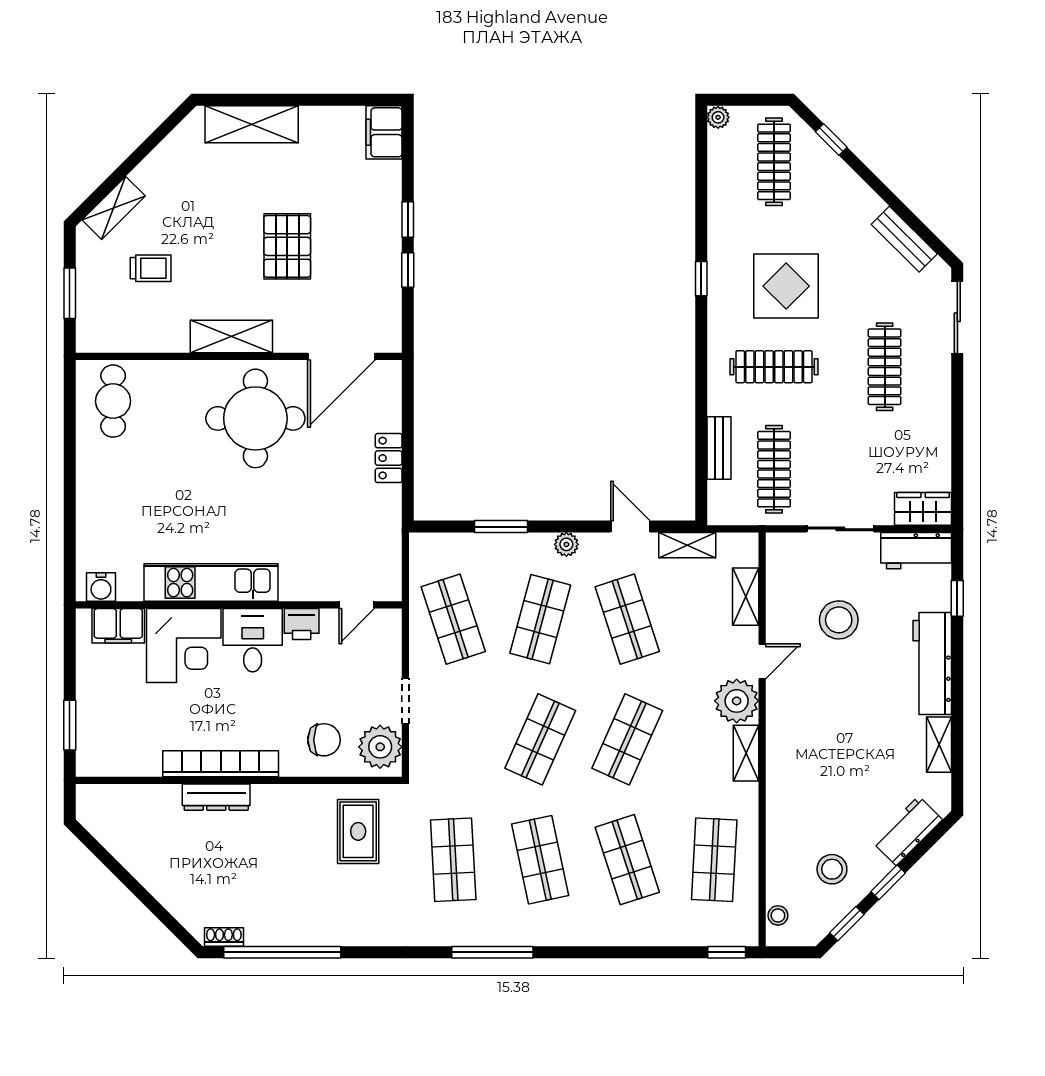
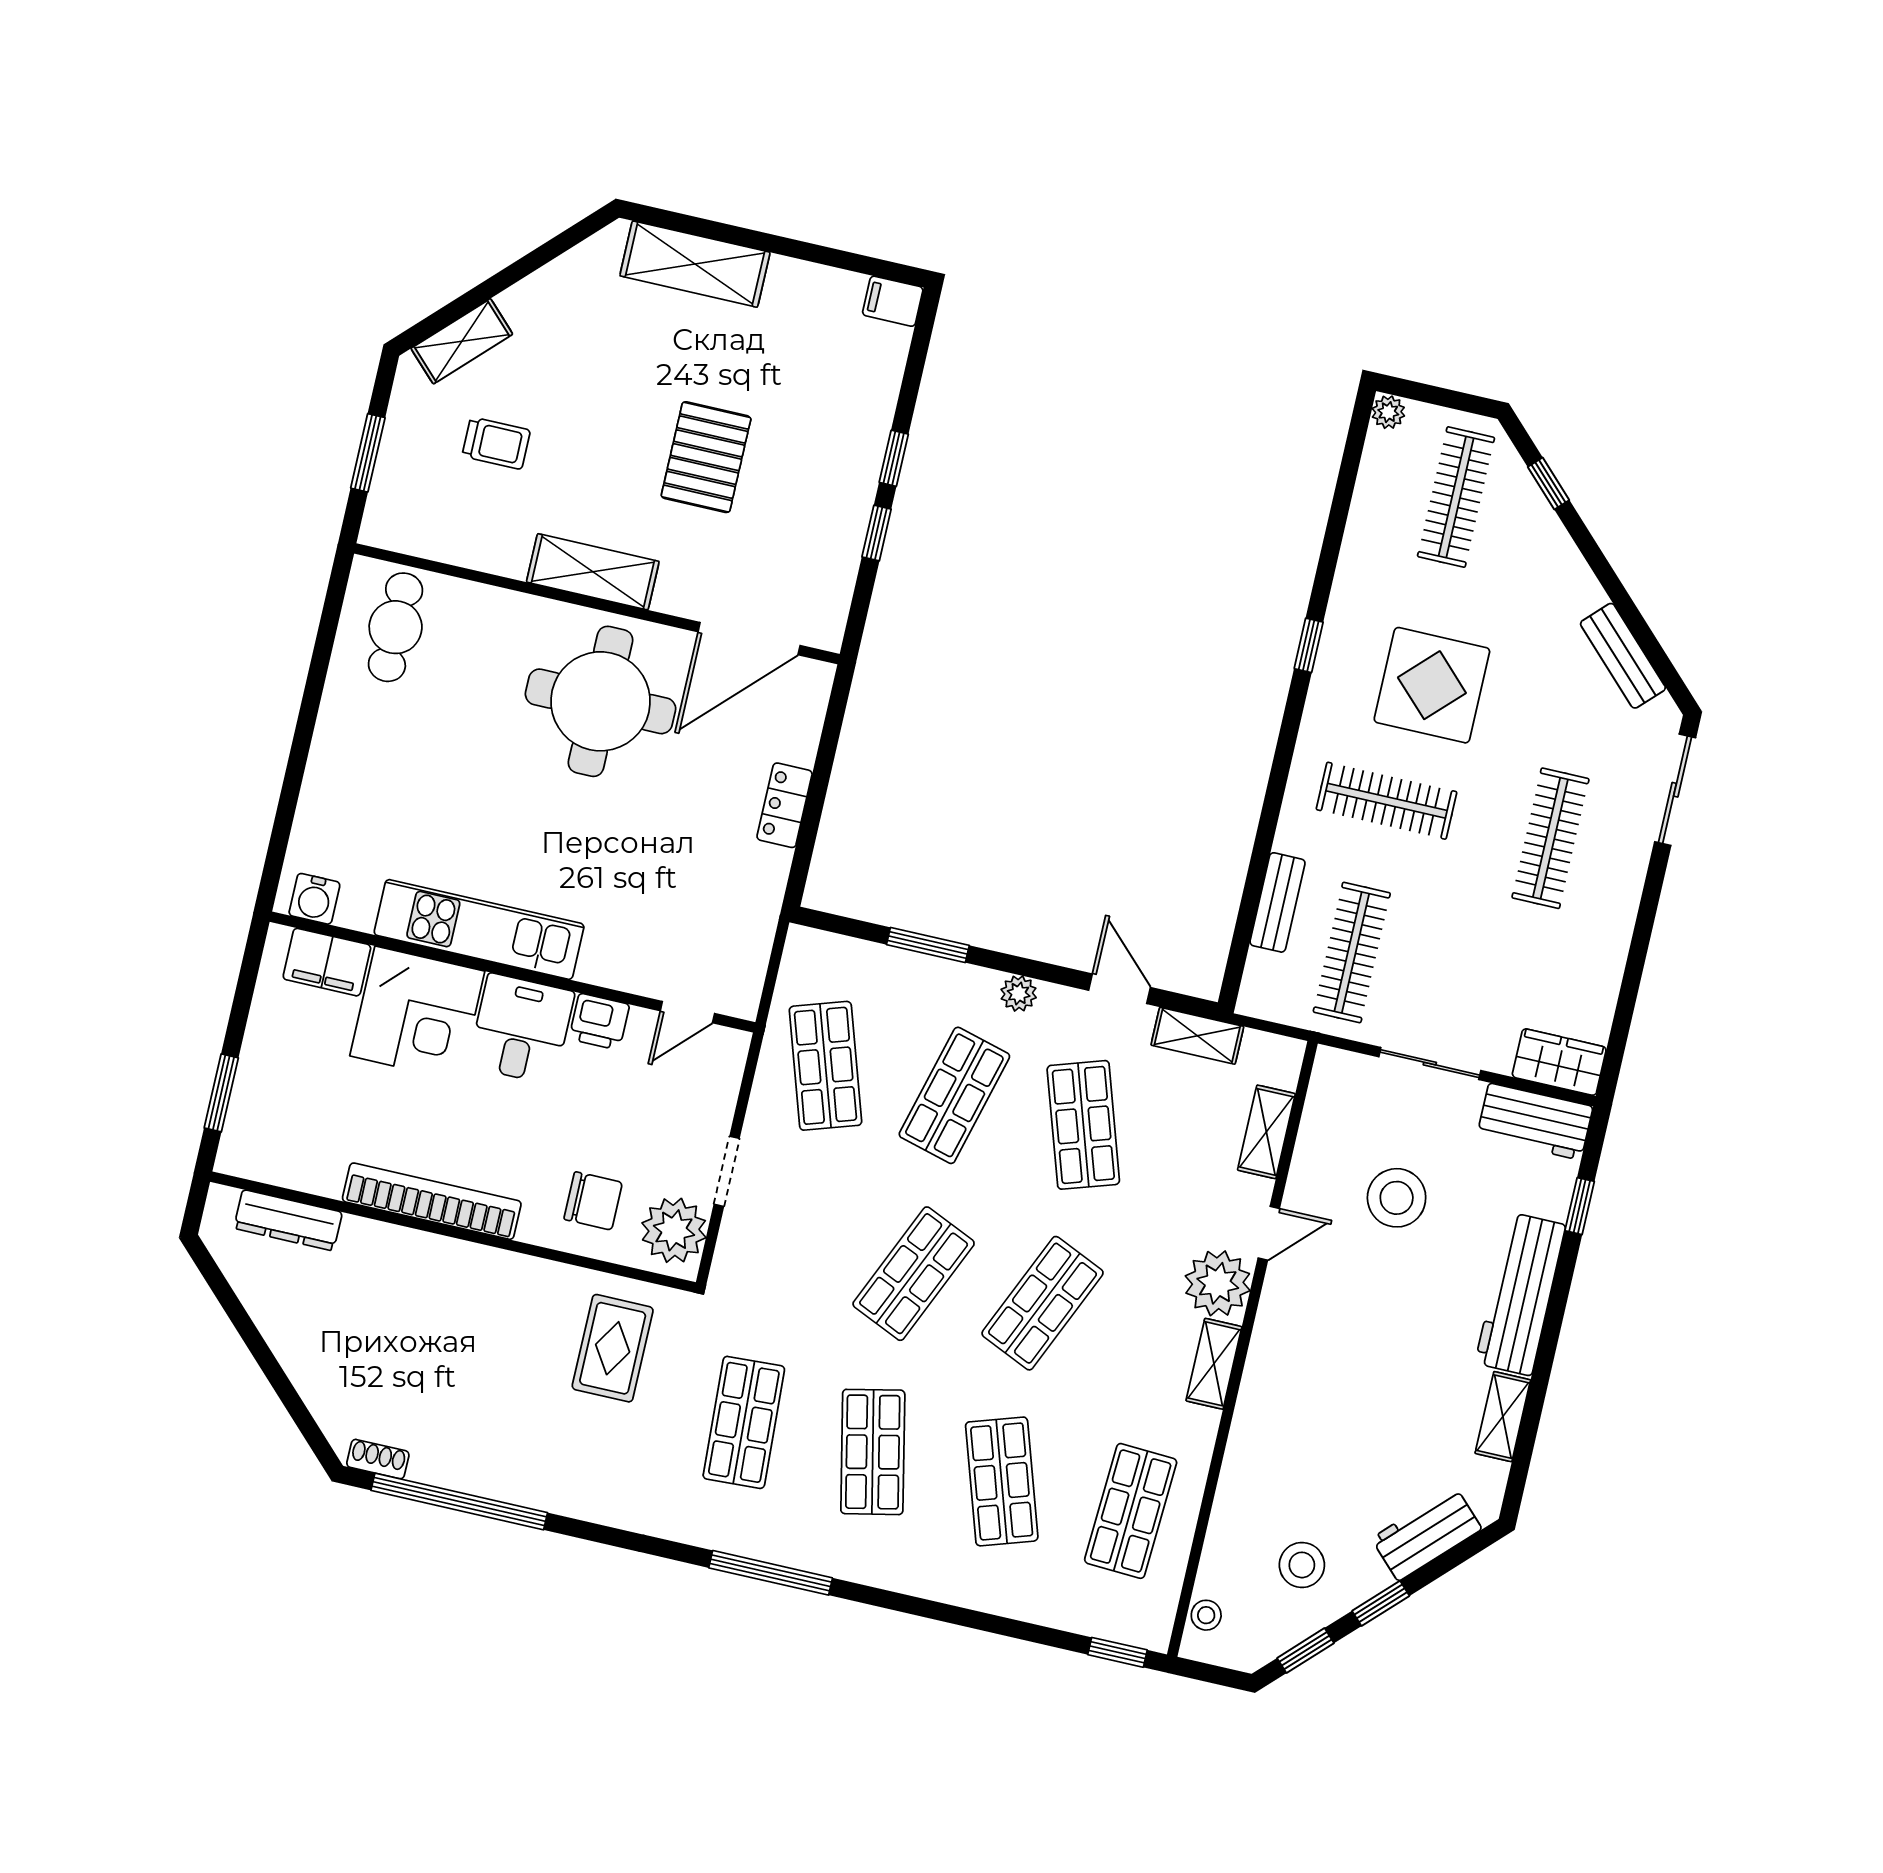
filing cabinet: (384, 132) -> (893, 301), width x0.50
dresser: (216, 797) -> (288, 1220), moved

